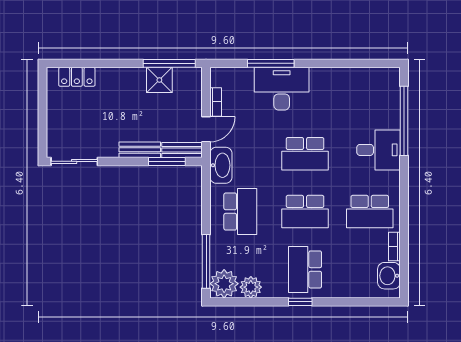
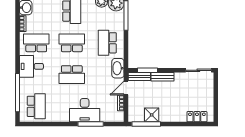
school desk: (370, 96) -> (36, 106), added
desk: (379, 150) -> (31, 66), moved
school desk: (305, 154) -> (72, 75), turned 180

